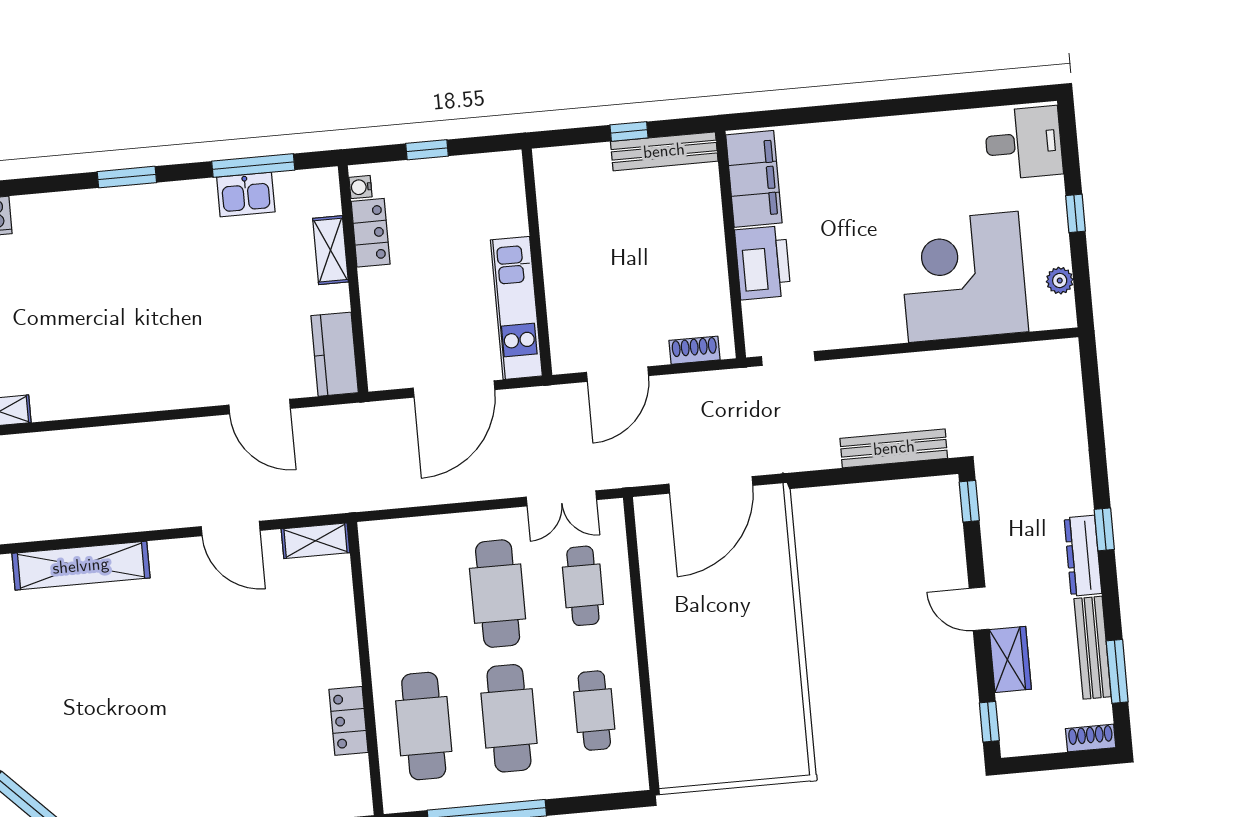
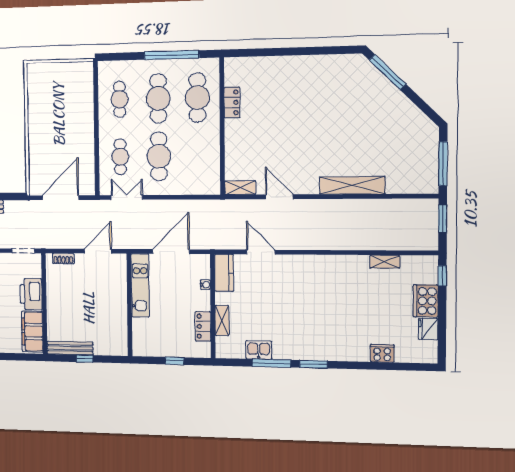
window: (253, 166) -> (271, 363), moved
water cooler: (360, 187) -> (205, 285), moved

